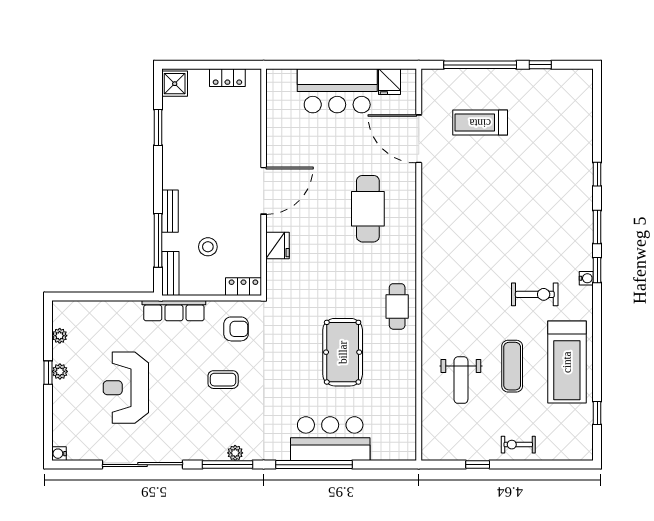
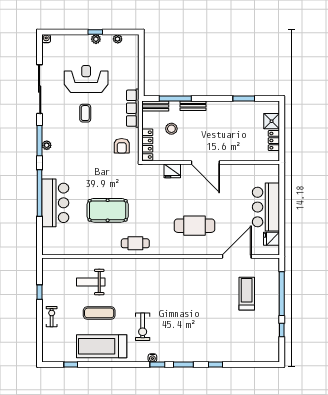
shower: (175, 84) -> (272, 121), moved
locker: (243, 287) -> (147, 145), width x1.53
coffee table: (223, 380) -> (85, 113), moved

